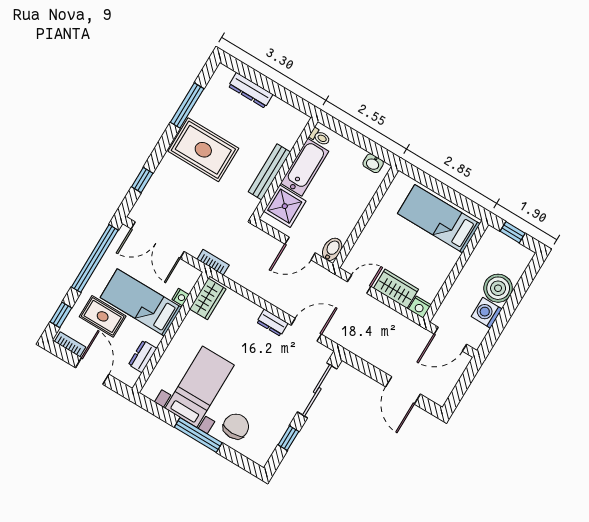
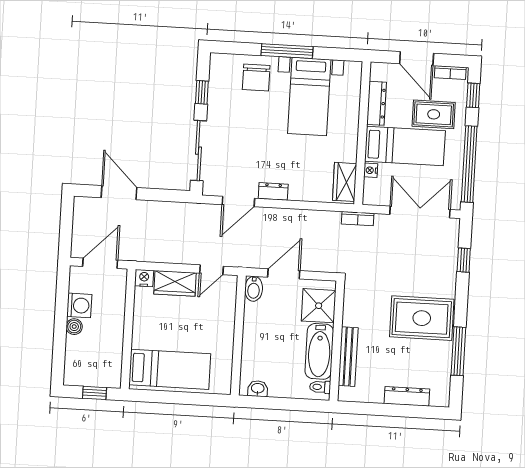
bench: (269, 172) -> (348, 357), moved
boiler: (498, 288) -> (74, 327), width x0.54, depth x0.54
dresser: (143, 357) -> (377, 103), width x1.44

